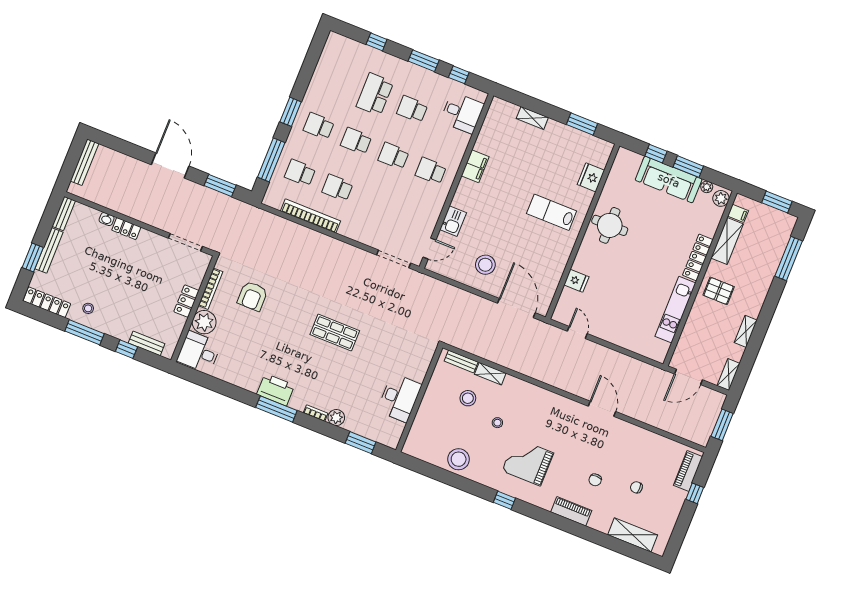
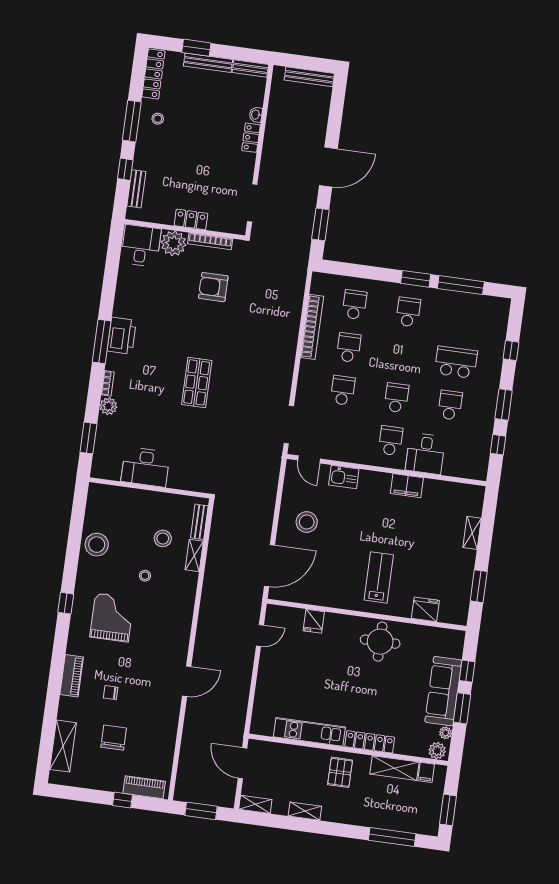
desk: (462, 113) -> (425, 454), moved
school desk: (356, 141) -> (343, 390), moved
window: (271, 160) -> (461, 285), moved
chair: (636, 487) -> (114, 738), width x1.87, depth x1.87

